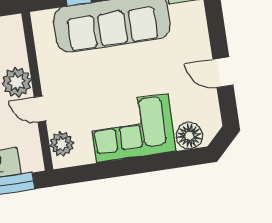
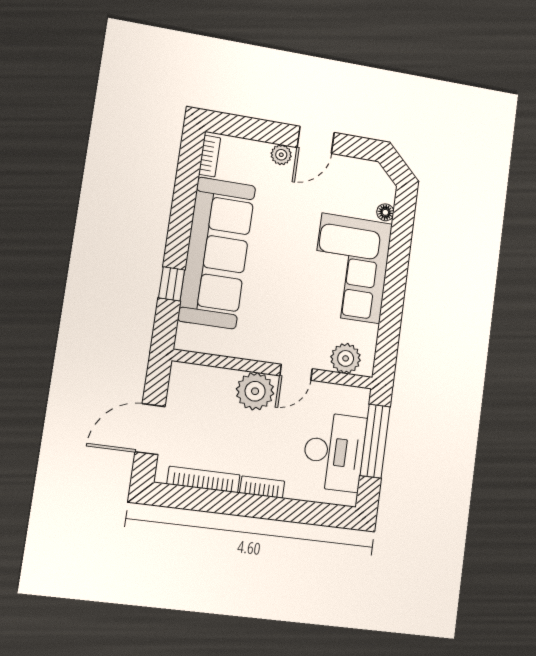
plant: (203, 49) -> (281, 155), added
floor lamp: (189, 136) -> (385, 212), width x0.53, depth x0.53

